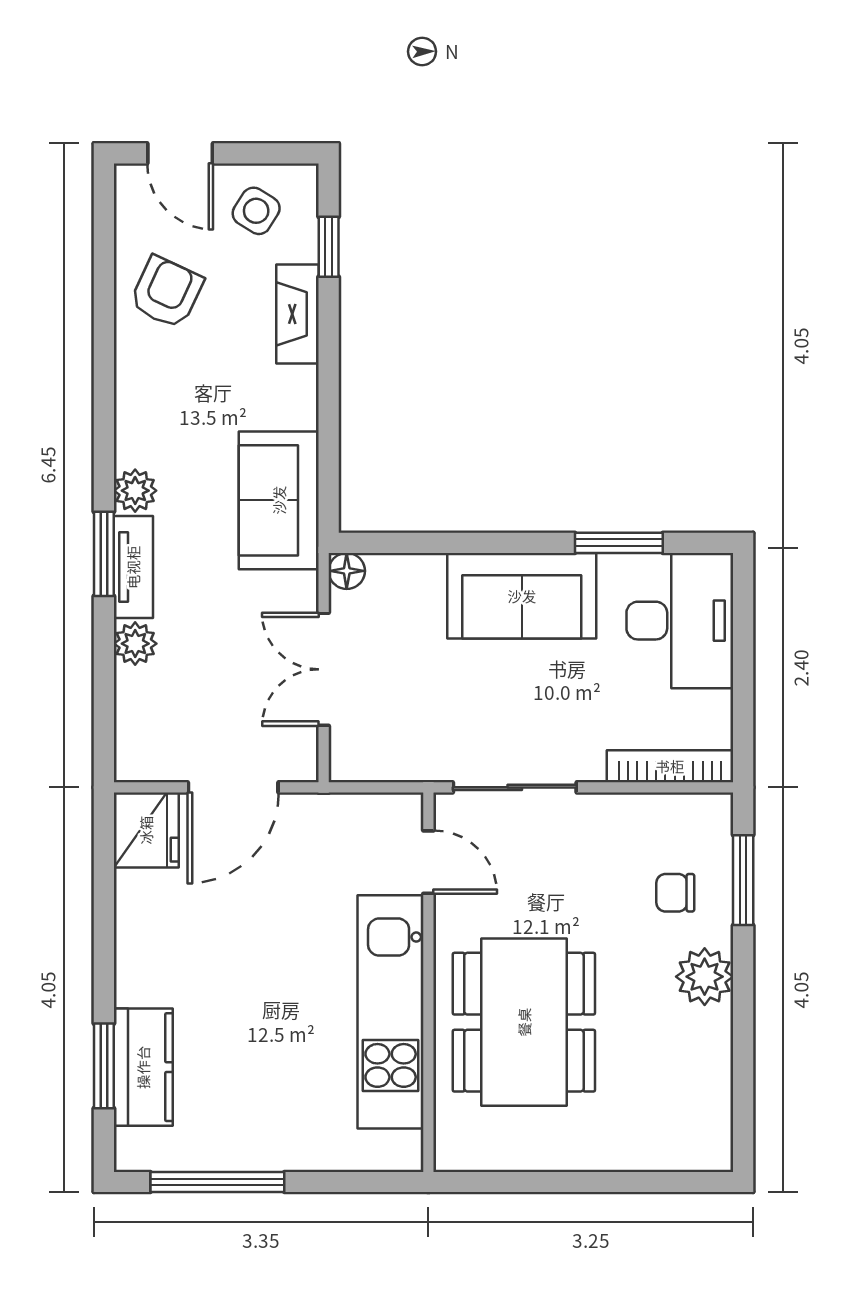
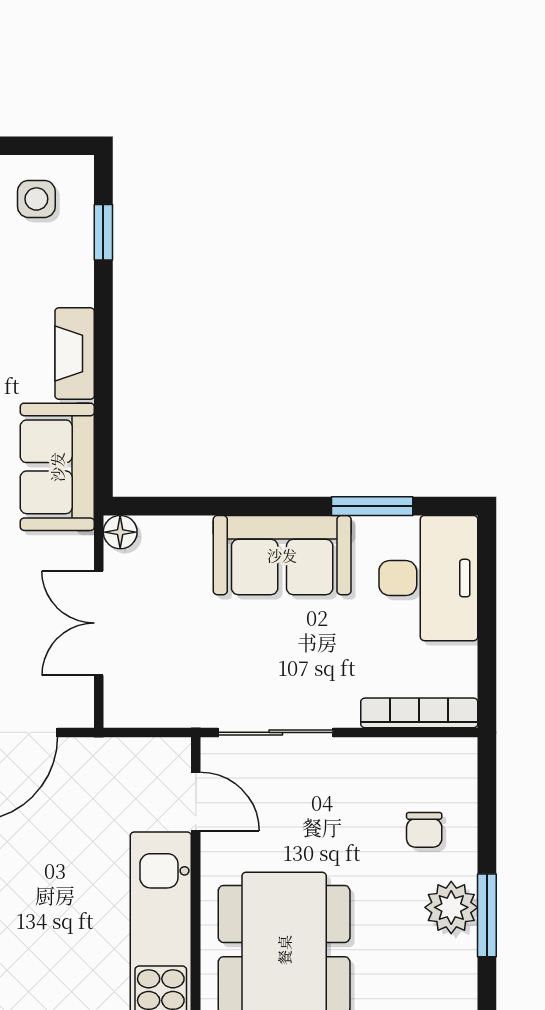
side table: (256, 211) -> (36, 199), turned -32
fireplace: (297, 314) -> (75, 353), moved
window: (743, 880) -> (487, 915), moved
chair: (675, 893) -> (424, 830), turned -90

